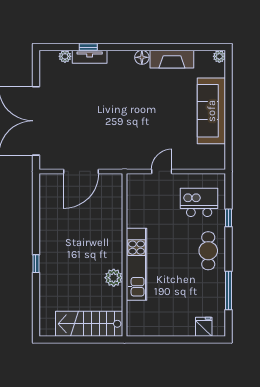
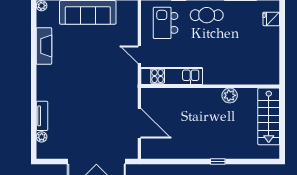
window: (88, 47) -> (34, 117), removed
floor lamp: (142, 57) -> (42, 72), removed
kitchen unit: (137, 264) -> (172, 76), moved

